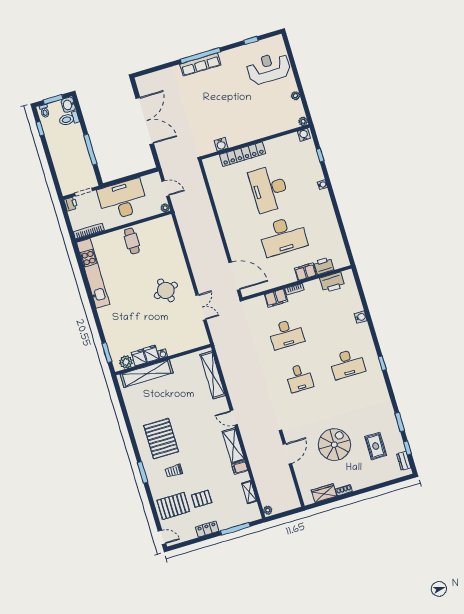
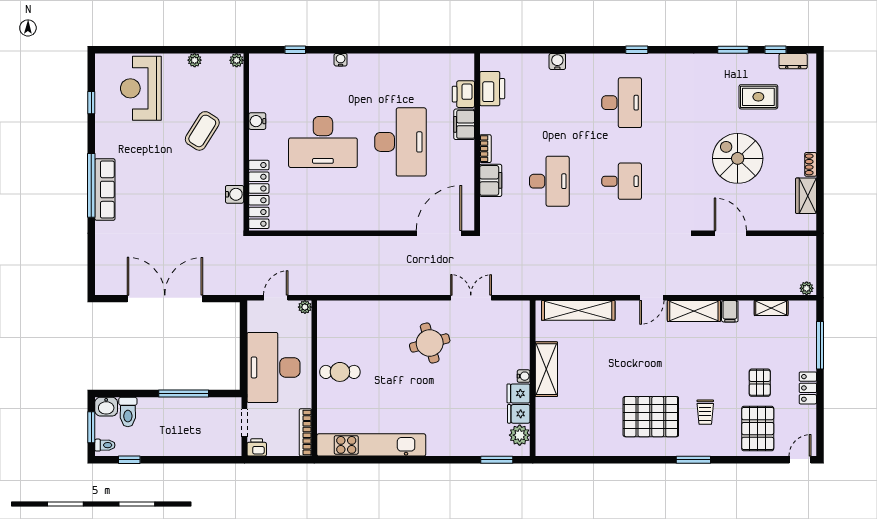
coffee table: (254, 113) -> (202, 131), added
water cooler: (304, 135) -> (257, 121), moved
locker: (243, 154) -> (259, 194), moved
shelving: (147, 374) -> (546, 369), moved, width x0.68

